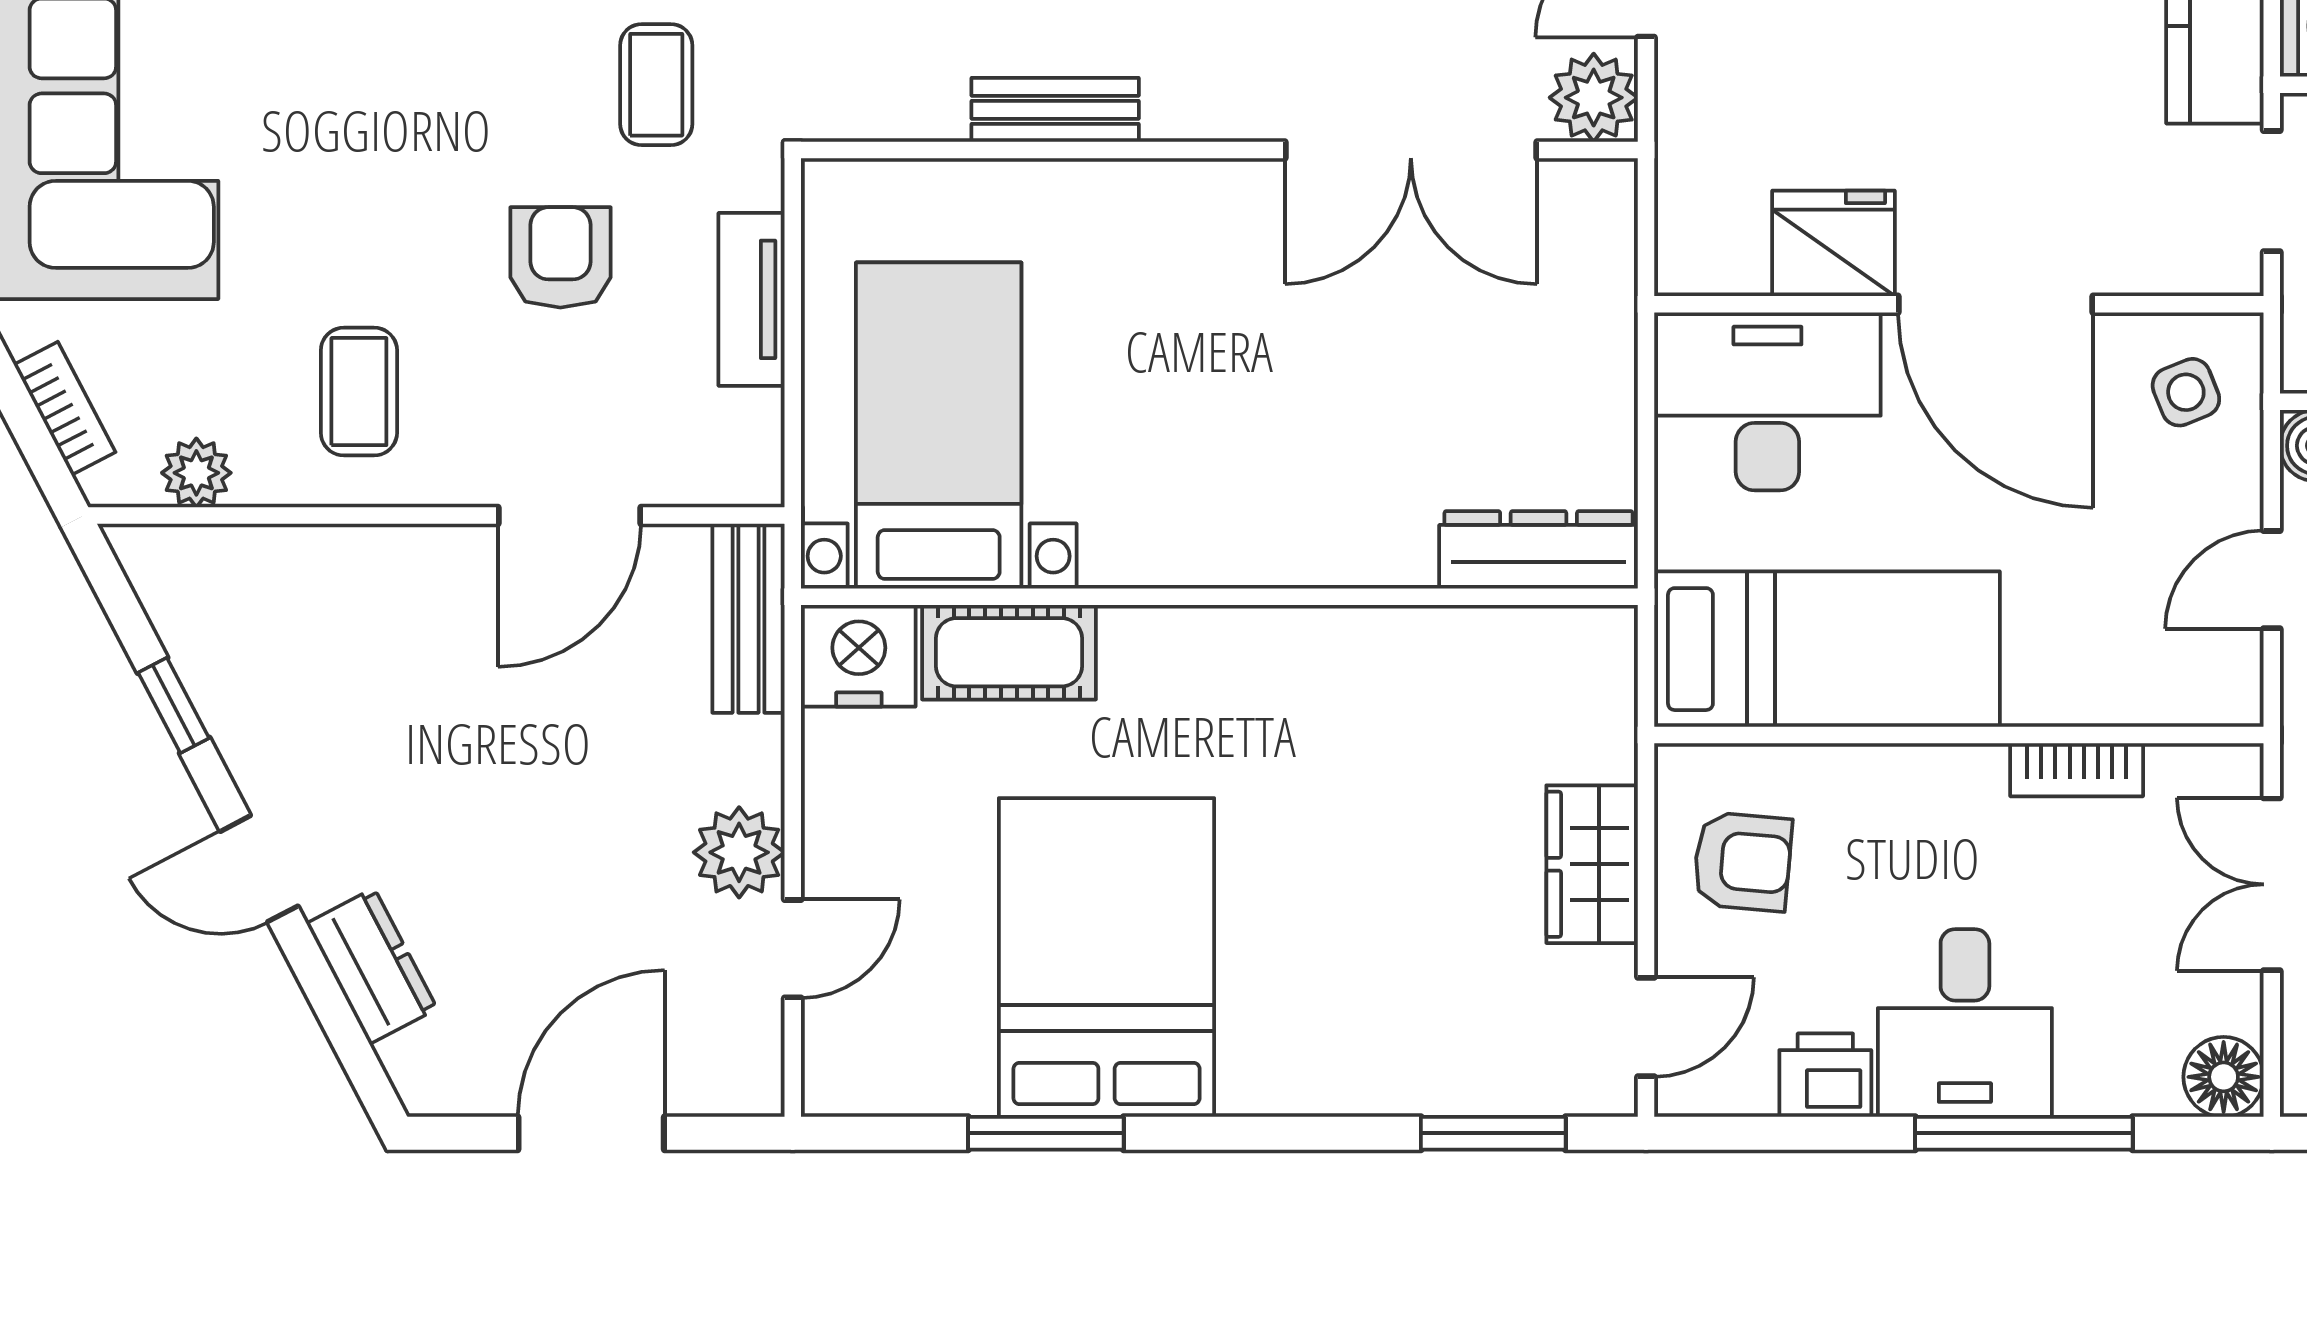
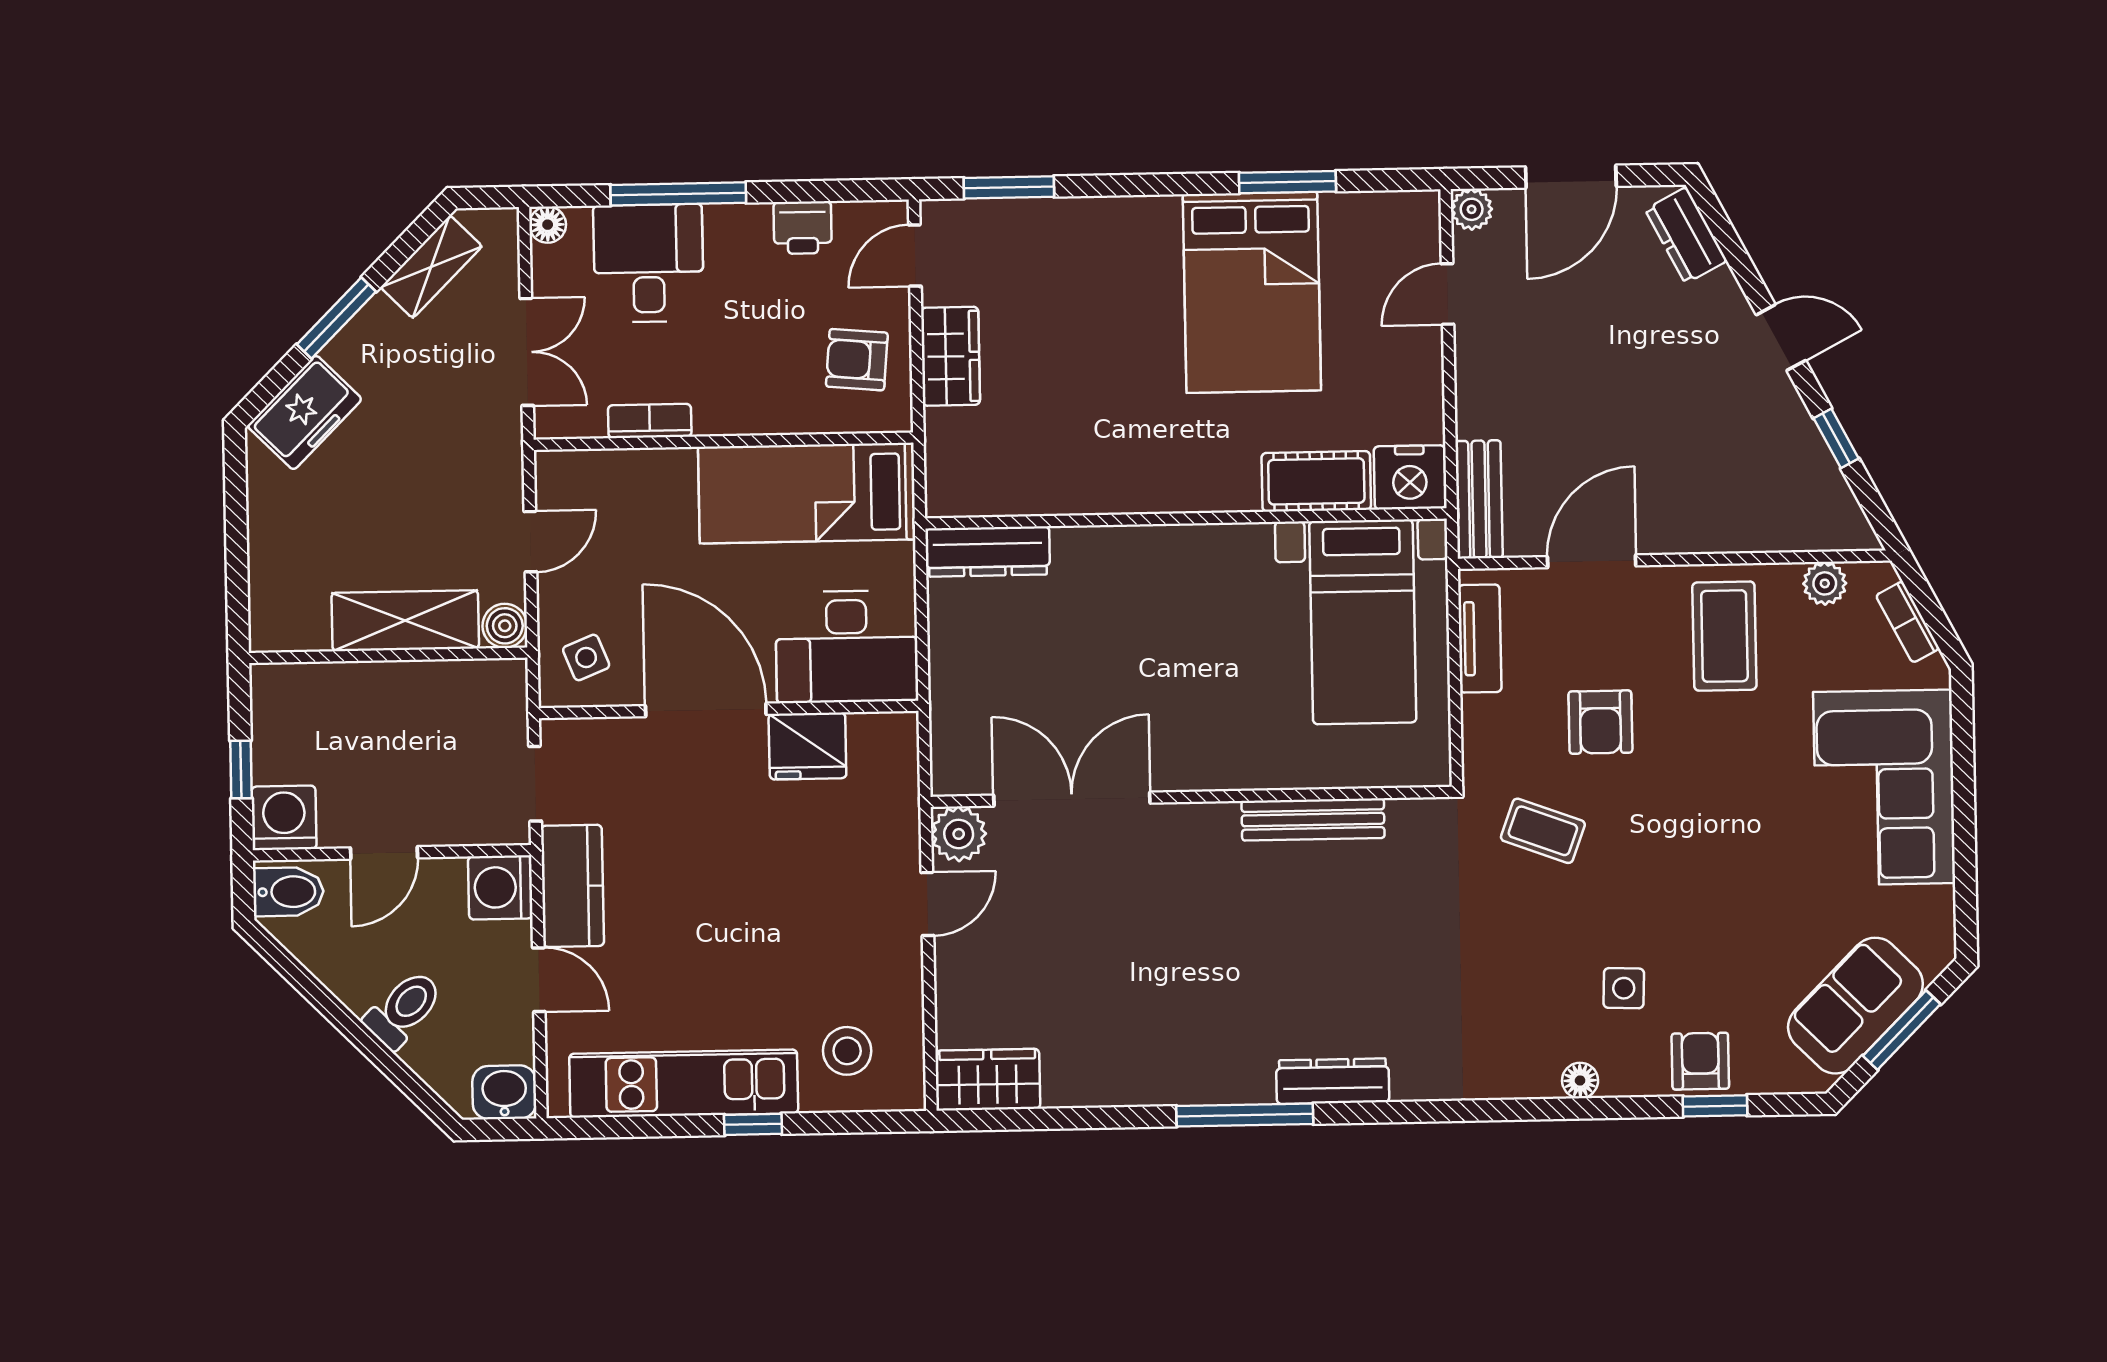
coffee table: (656, 85) -> (1543, 831), turned -70
bench: (1055, 110) -> (1313, 820), width x1.36
tv unit: (752, 299) -> (1480, 639), moved
coffee table: (359, 392) -> (1724, 636), width x1.36, depth x1.30
plant: (739, 852) -> (1472, 209), moved, width x0.73, depth x0.73
dresser: (372, 966) -> (1686, 235), moved
desk: (1965, 1023) -> (649, 263), moved
floor lamp: (2224, 1077) -> (548, 225), width x0.73, depth x0.73

